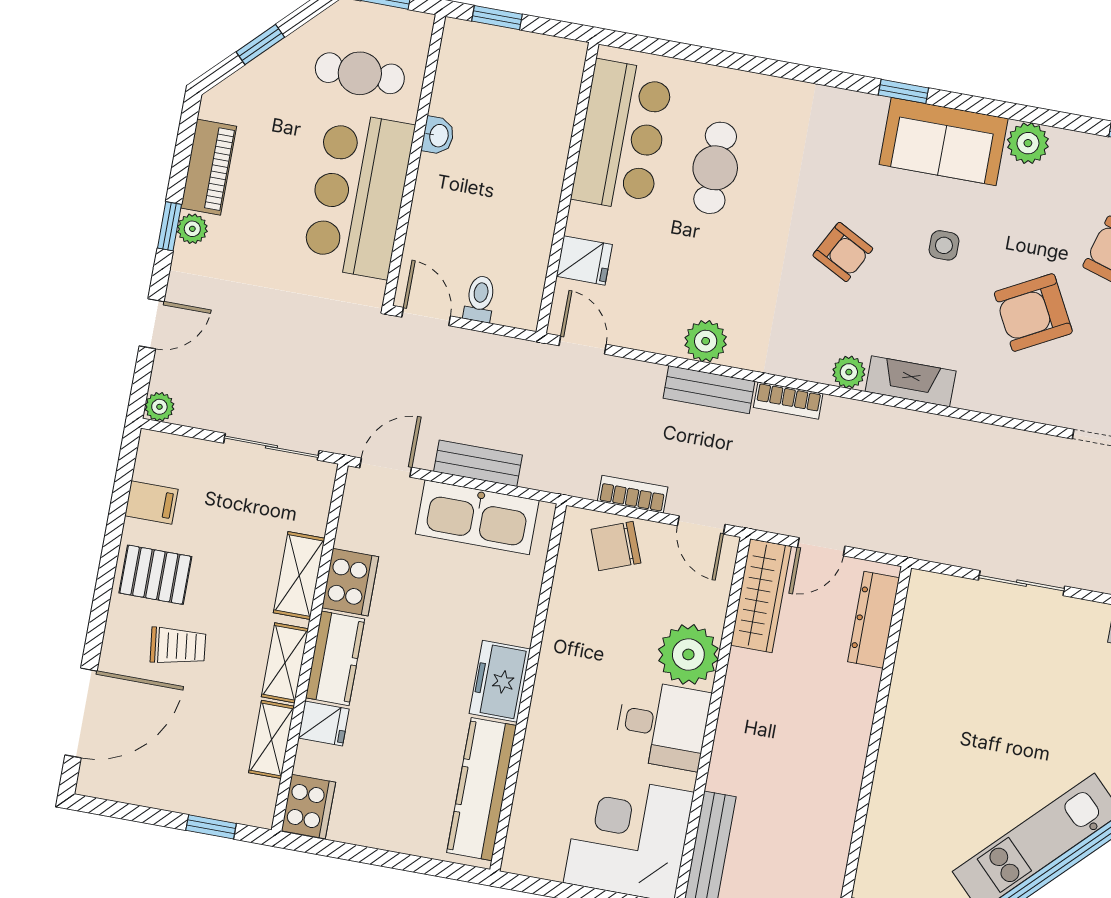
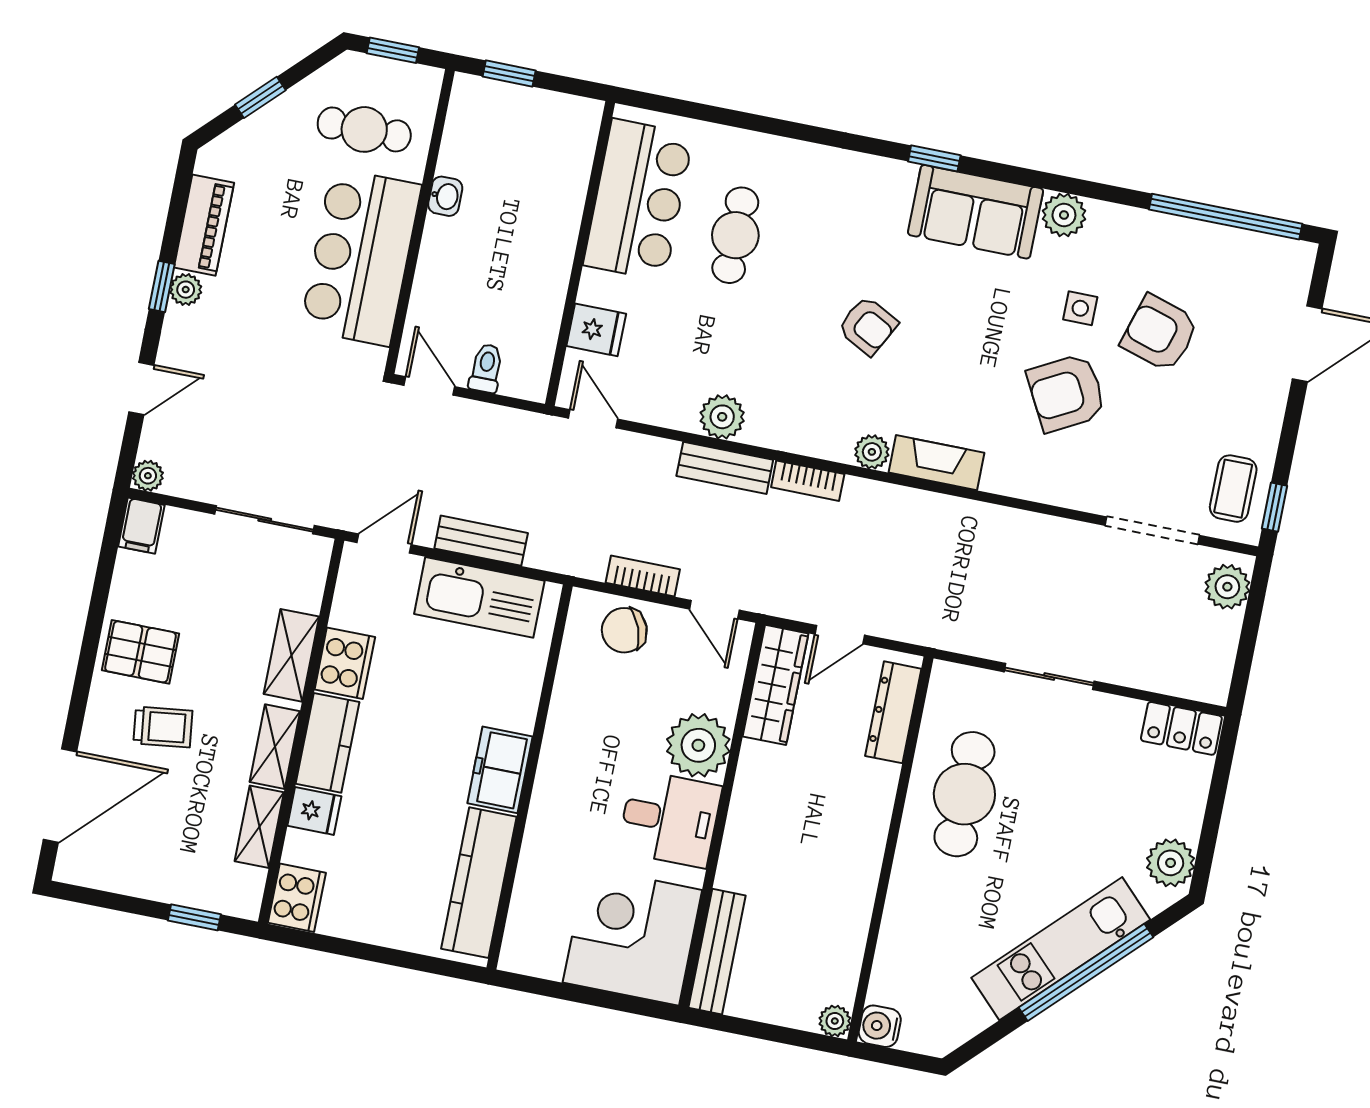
side table: (944, 245) -> (1080, 308), moved
filing cabinet: (151, 503) -> (141, 526), moved, turned 90
cafe table: (943, 697) -> (964, 794), added

